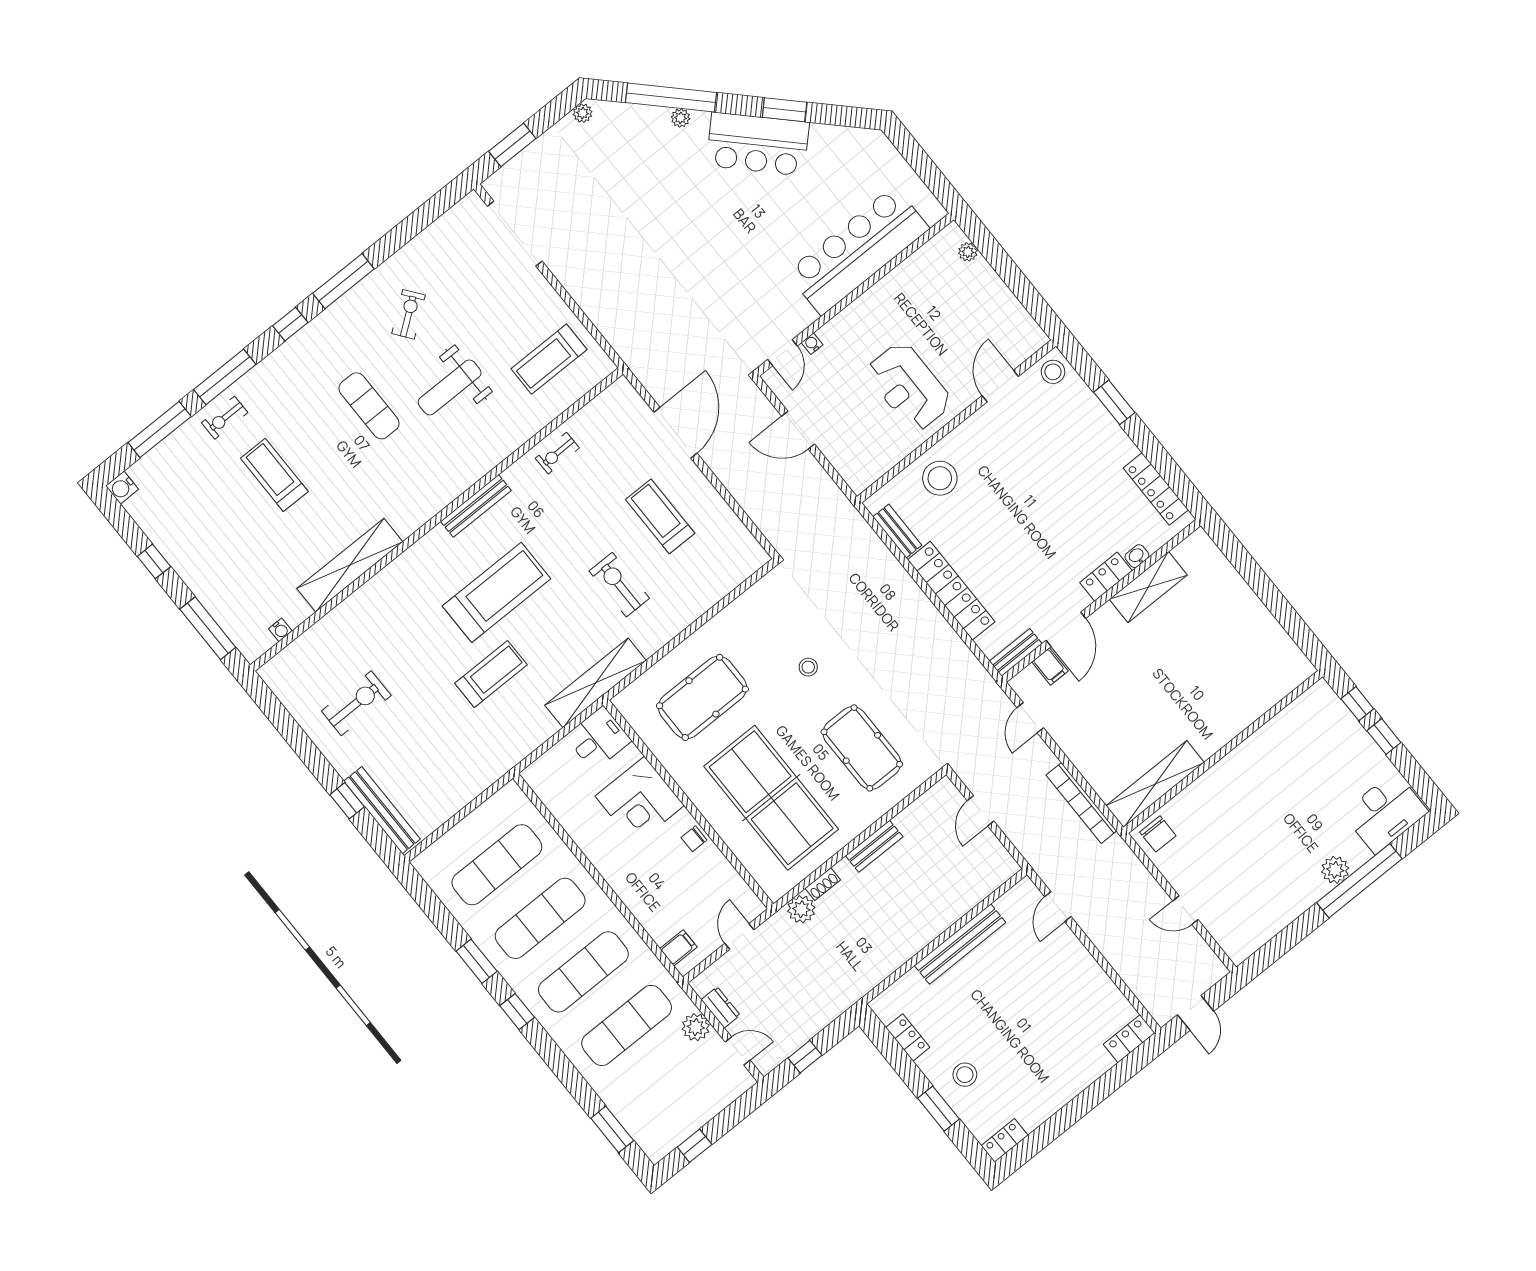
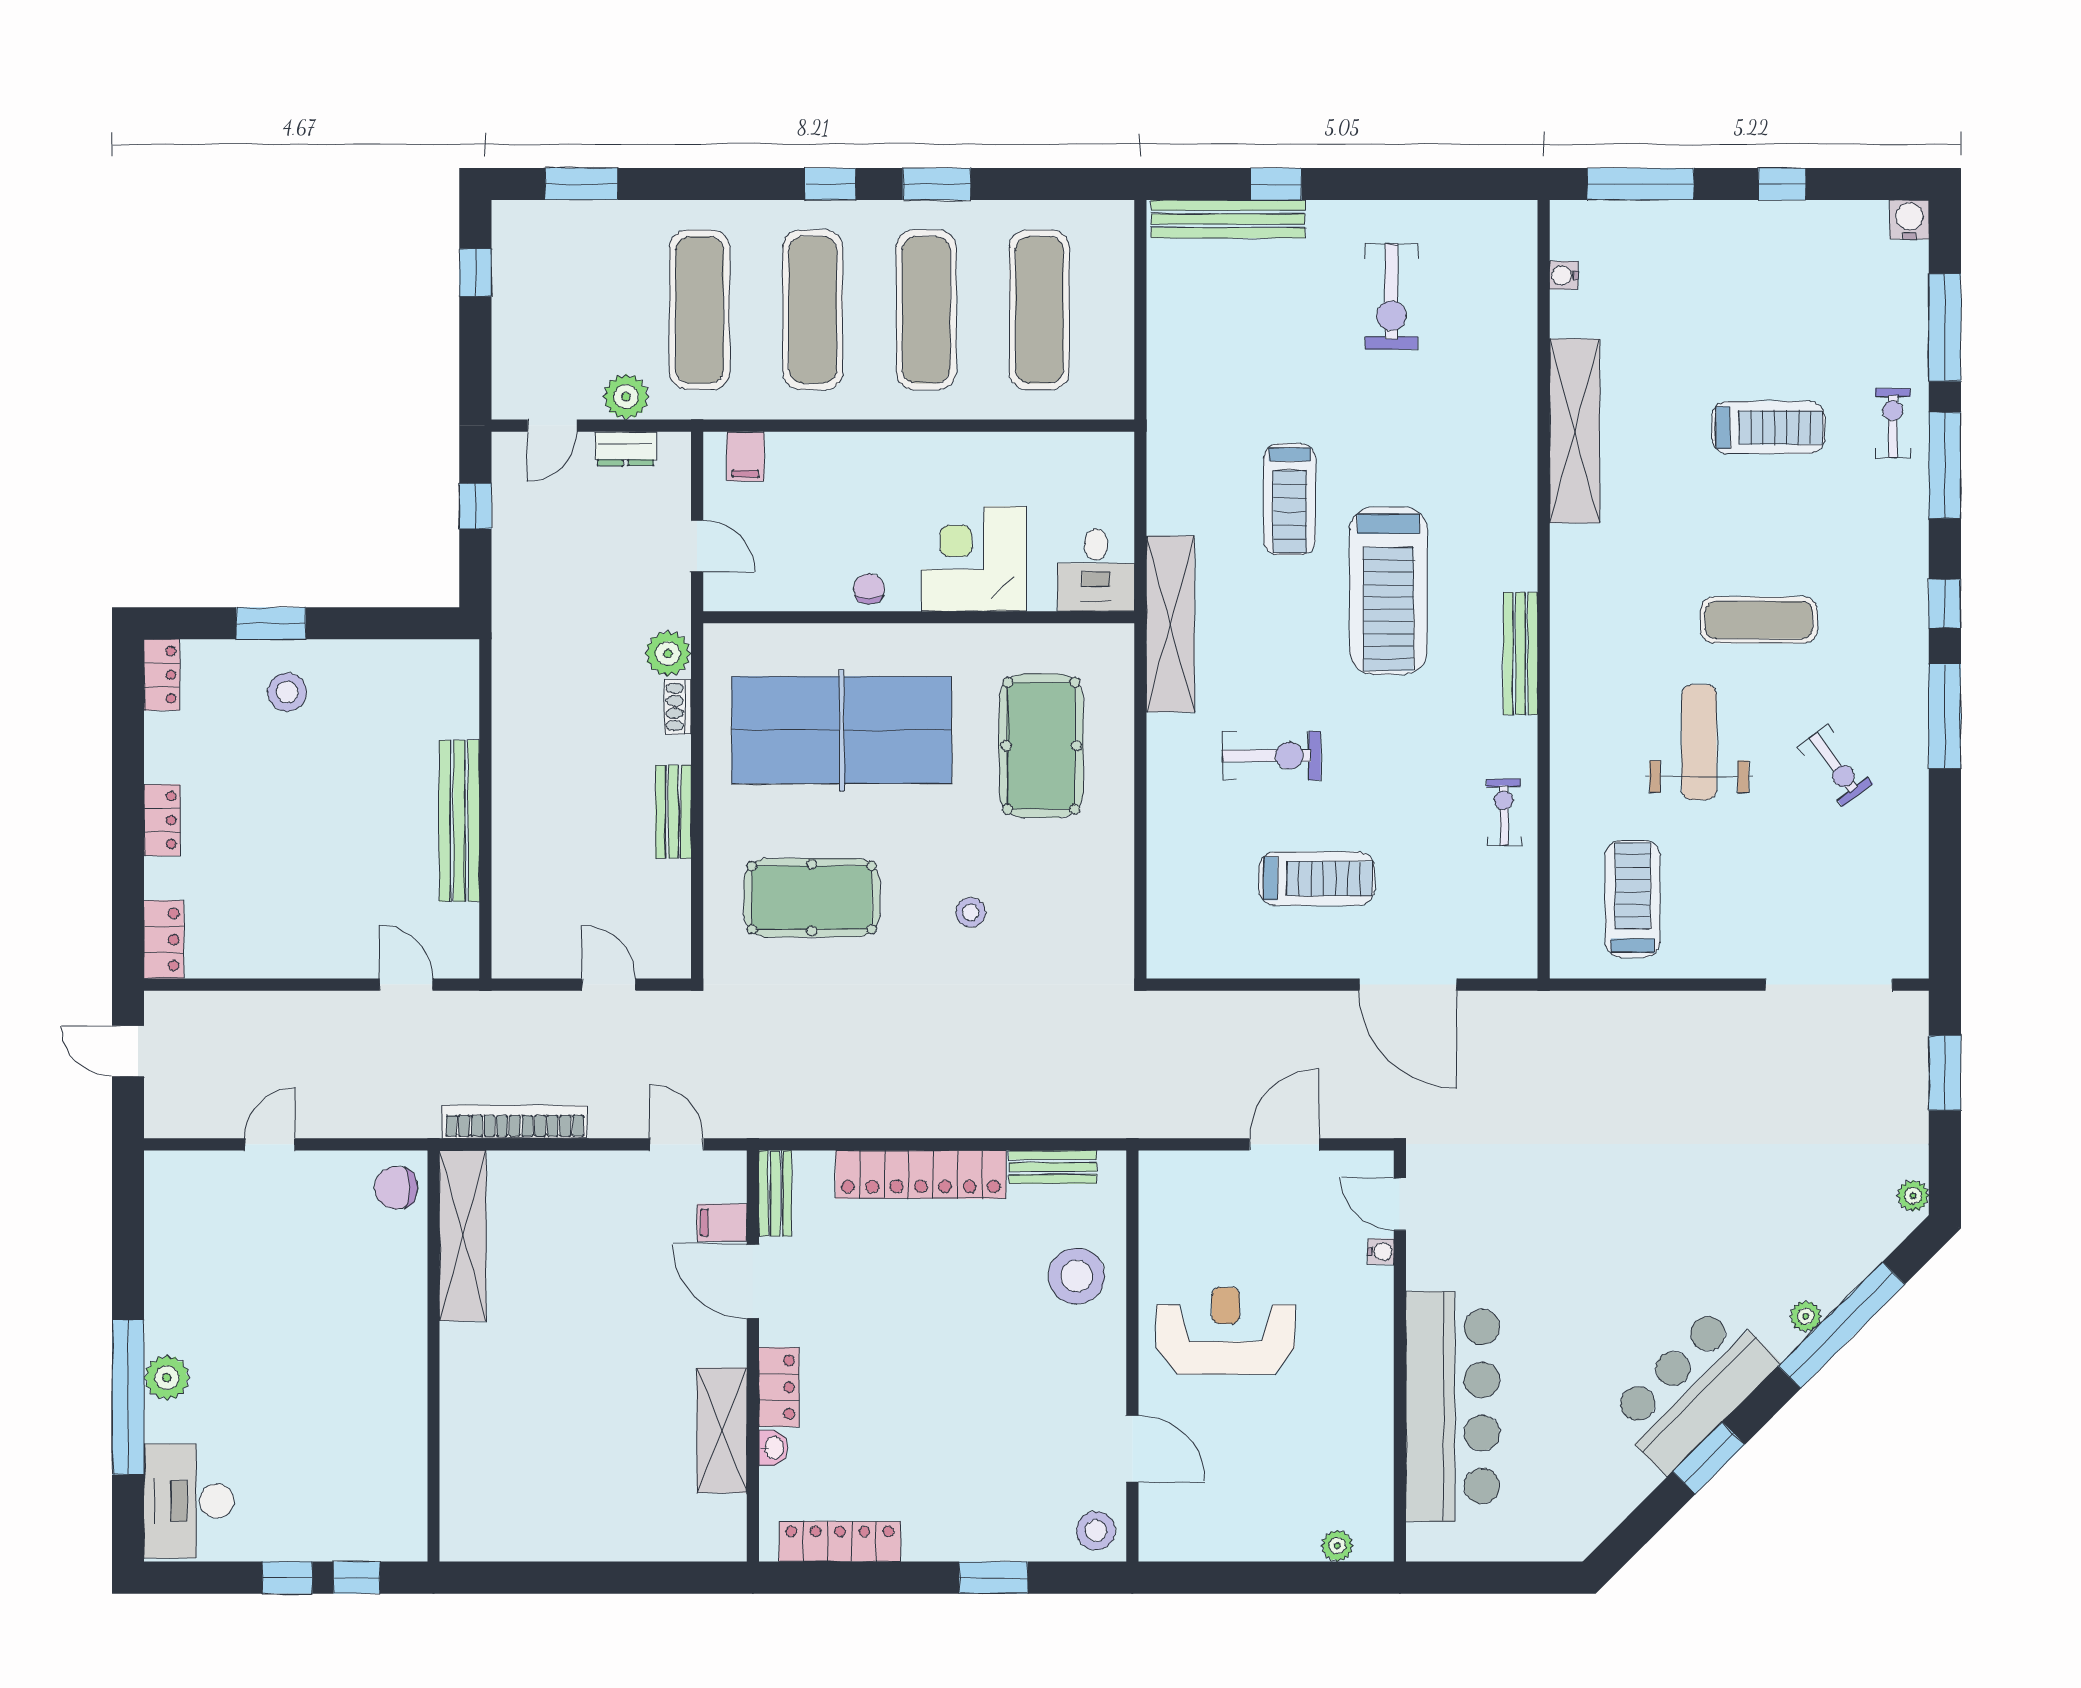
locker: (908, 1037) -> (162, 820), moved, turned -90

